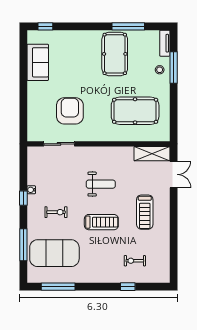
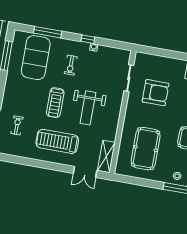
weight bench: (101, 184) -> (88, 108), width x1.36, depth x1.33
treadmill: (145, 212) -> (57, 141), width x1.37, depth x1.38

